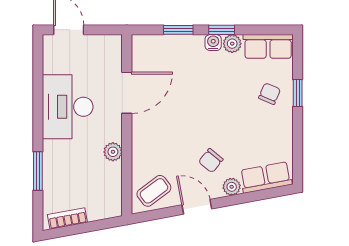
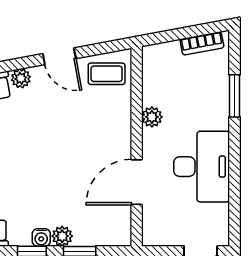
plant: (232, 44) -> (62, 236), moved
chair: (211, 161) -> (44, 107), removed
coffee table: (154, 191) -> (107, 74), turned 37

